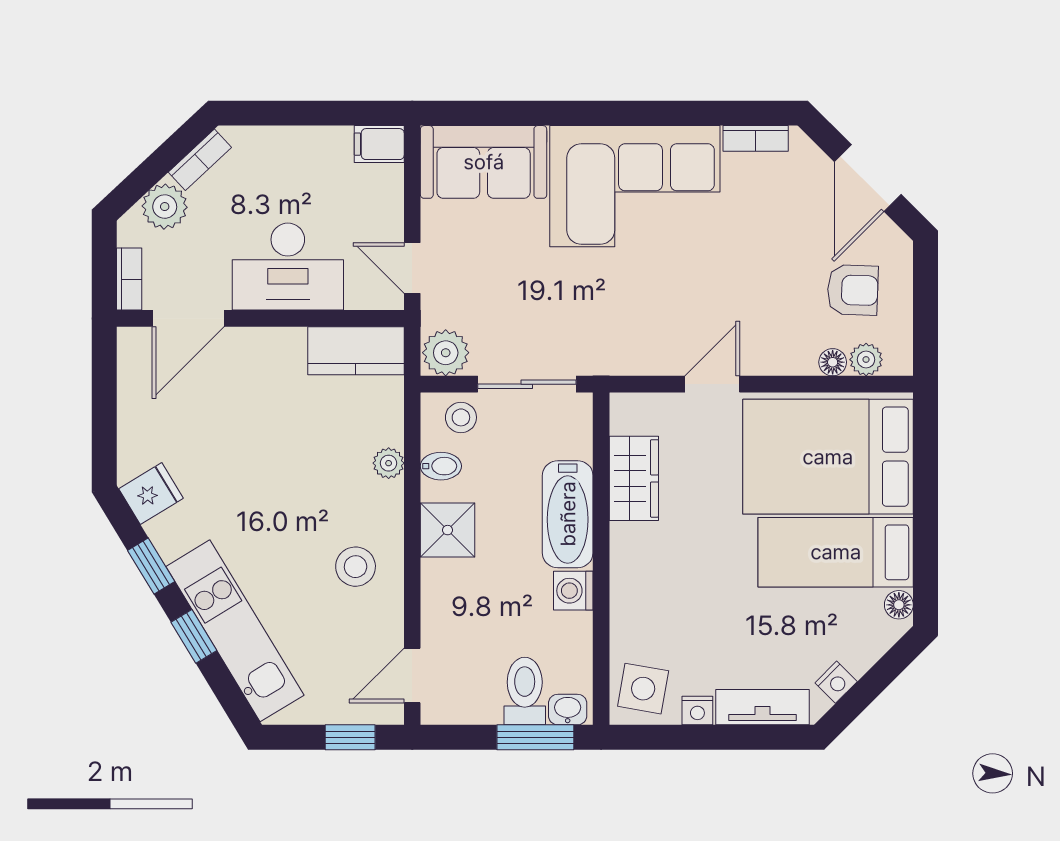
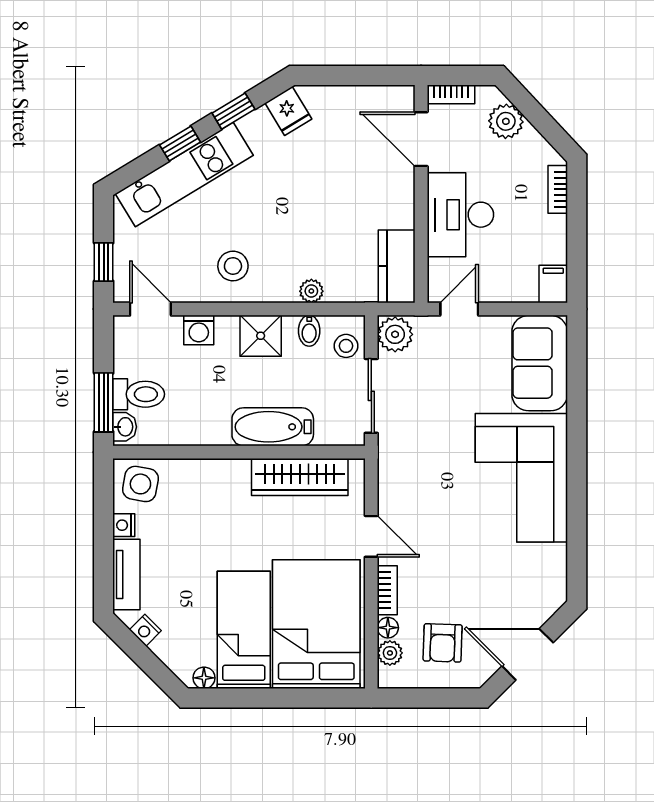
bookcase: (756, 138) -> (387, 590), moved, turned 180
bookcase: (200, 160) -> (558, 189), moved, turned 43
wardrobe: (634, 478) -> (300, 477), width x1.50
washing machine: (573, 591) -> (199, 330), moved, turned 180

